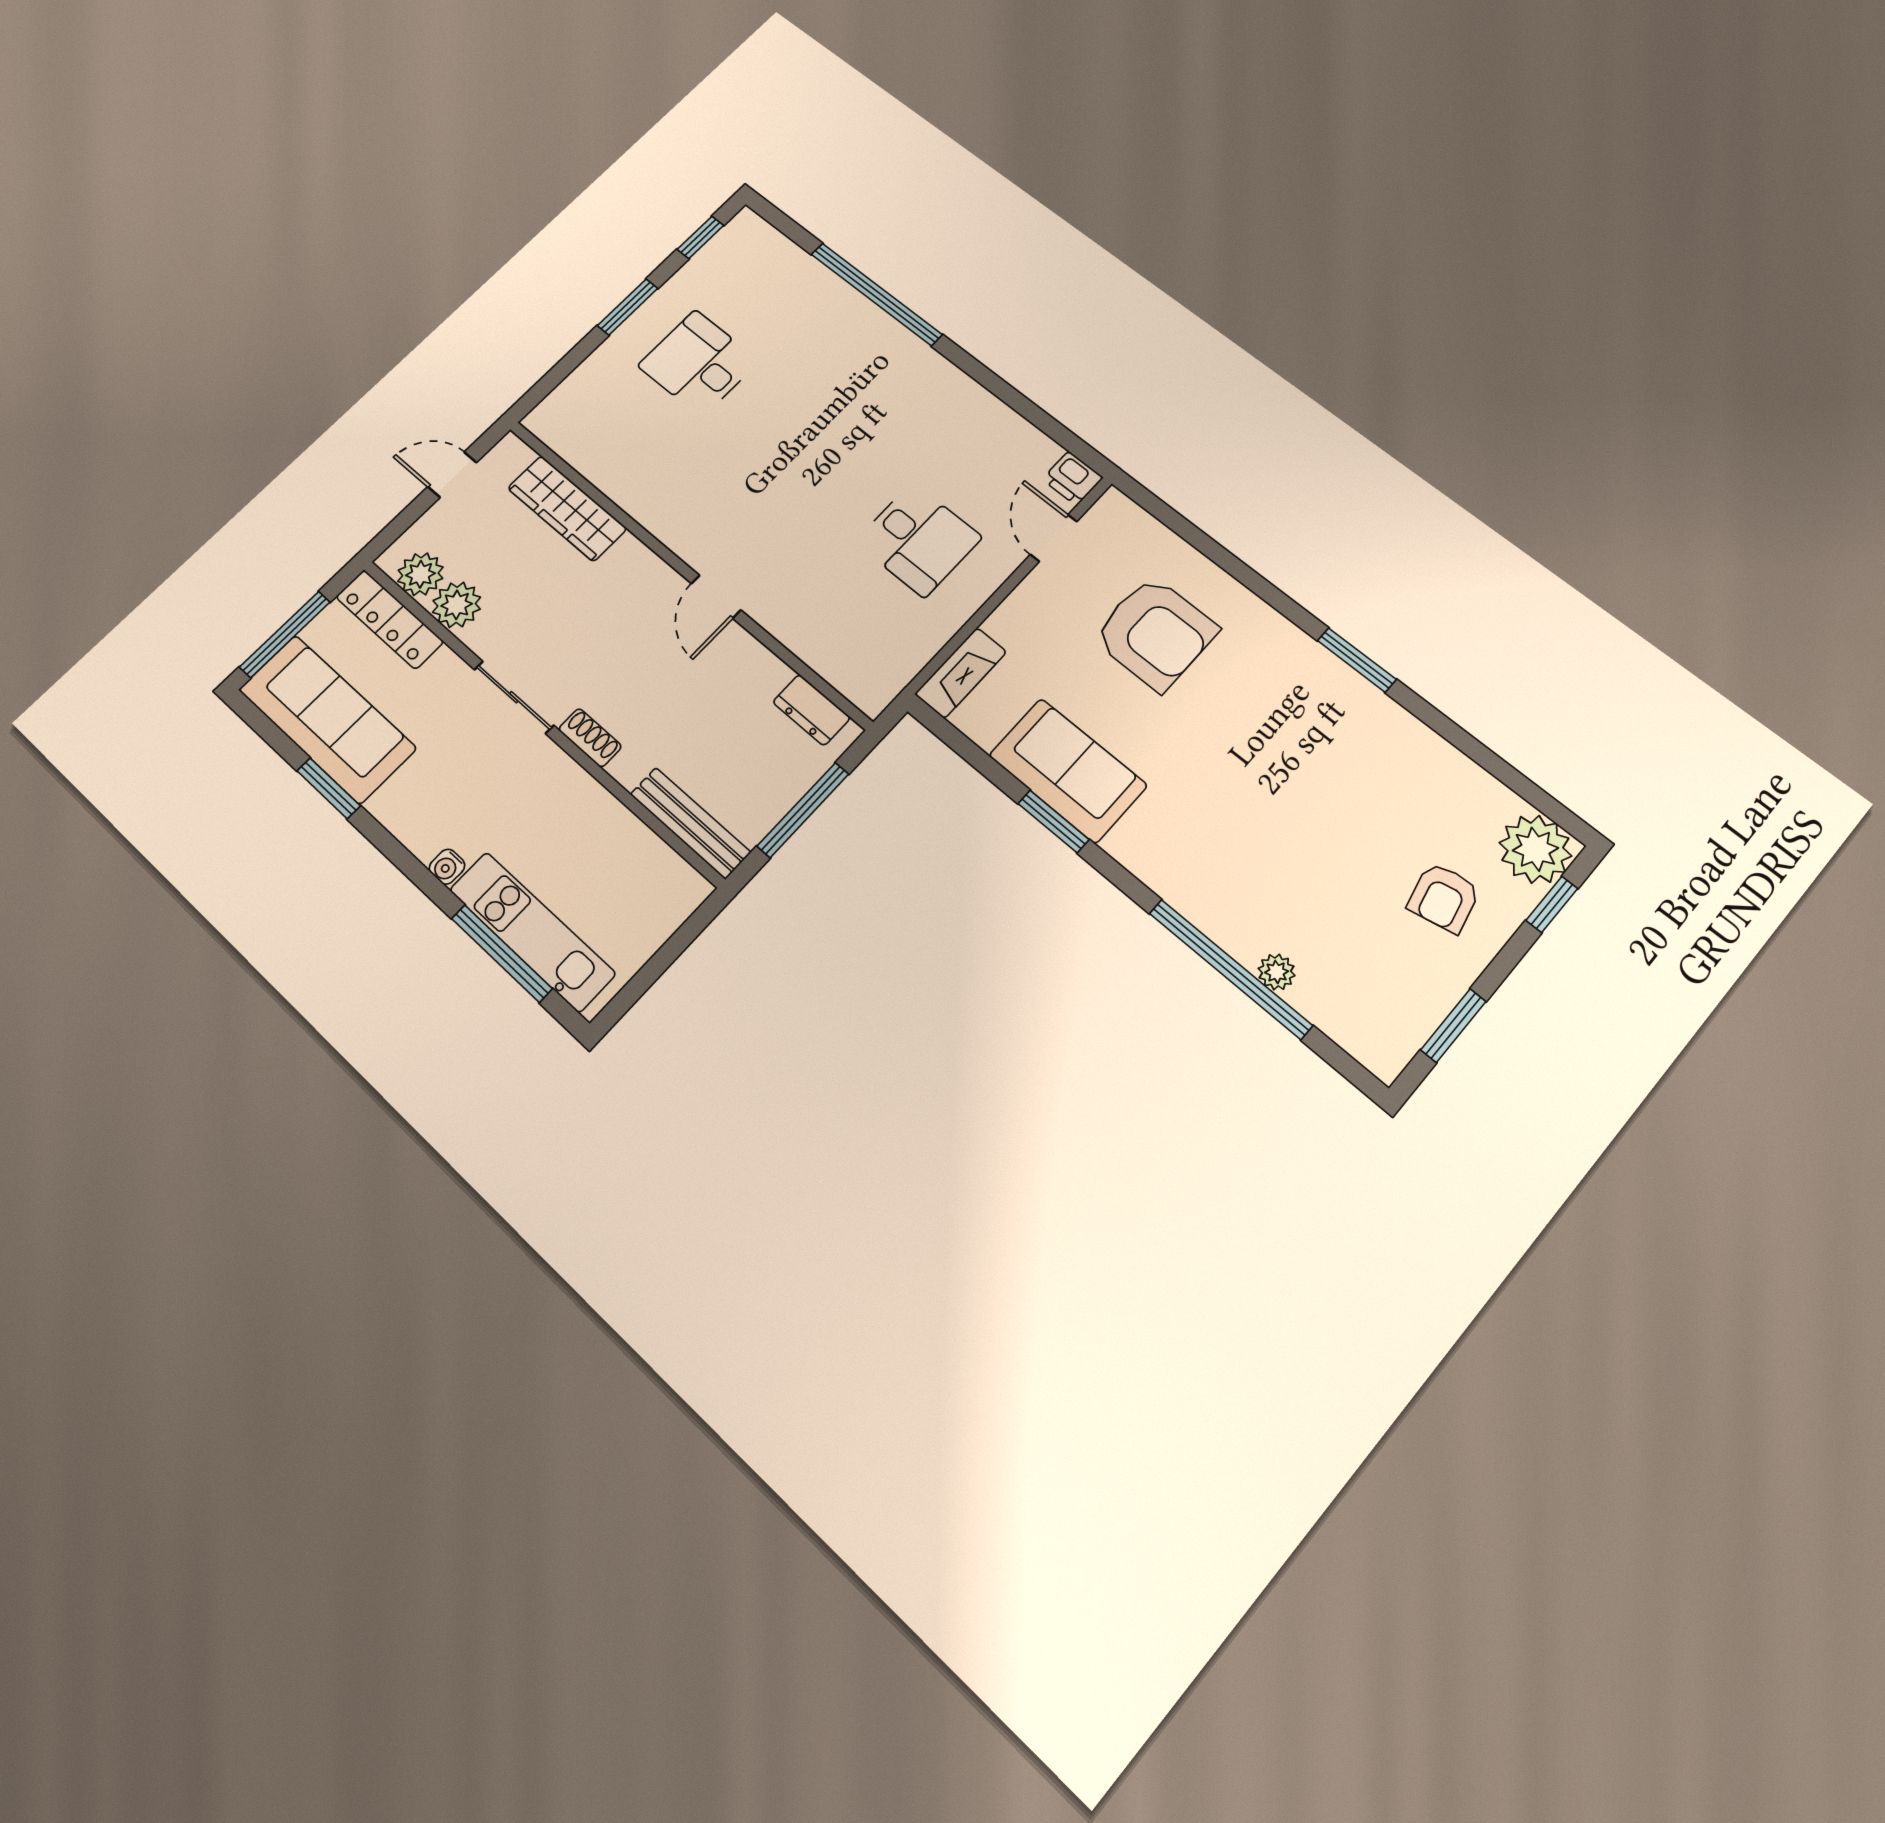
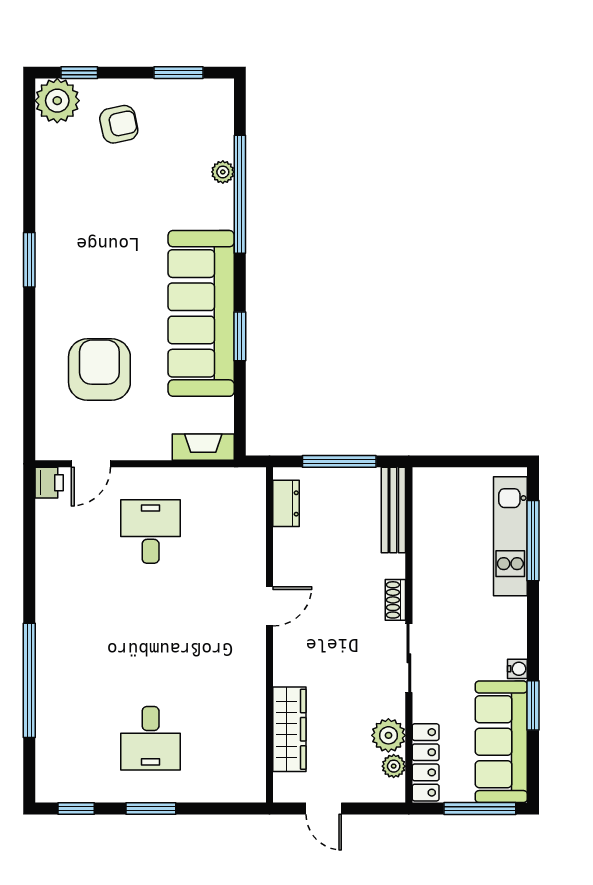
plant: (420, 574) -> (394, 766), width x0.73, depth x0.73
sofa: (1068, 770) -> (201, 313), width x1.85, depth x1.27
water cooler: (447, 867) -> (517, 669), moved

